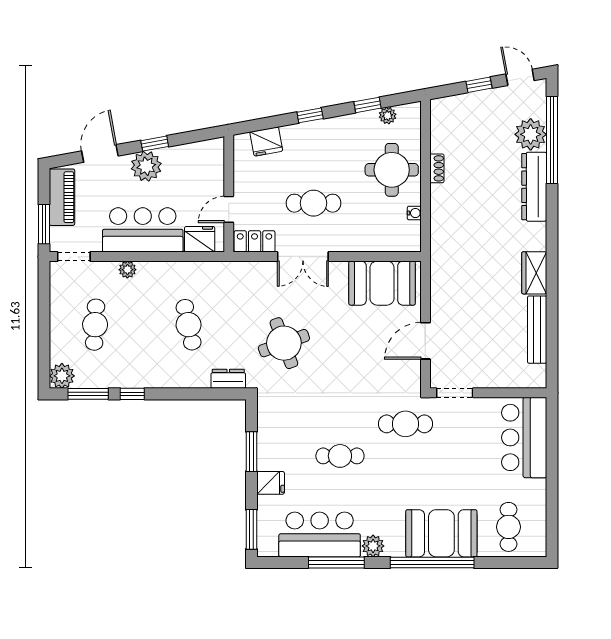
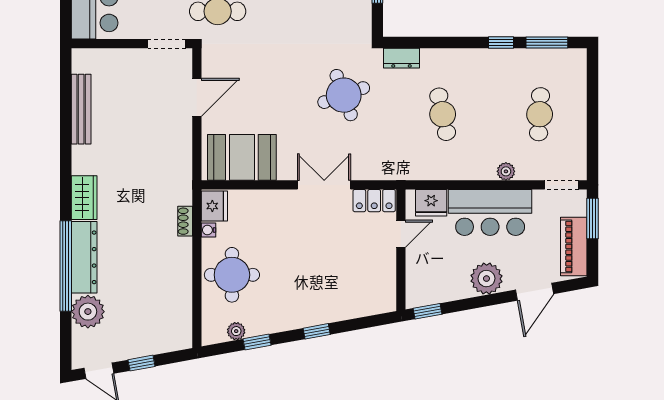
window: (552, 140) -> (66, 266), moved
fridge: (266, 141) -> (214, 206), moved, turned 100
window: (155, 144) -> (427, 311), moved
shoe rack: (437, 168) -> (185, 221), moved
cafe table: (313, 203) -> (313, 240), removed
wardrobe: (534, 273) -> (84, 198), moved
plant: (62, 376) -> (574, 61), removed

